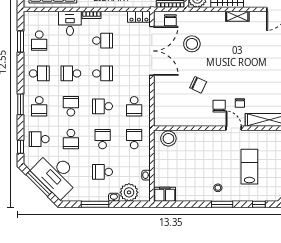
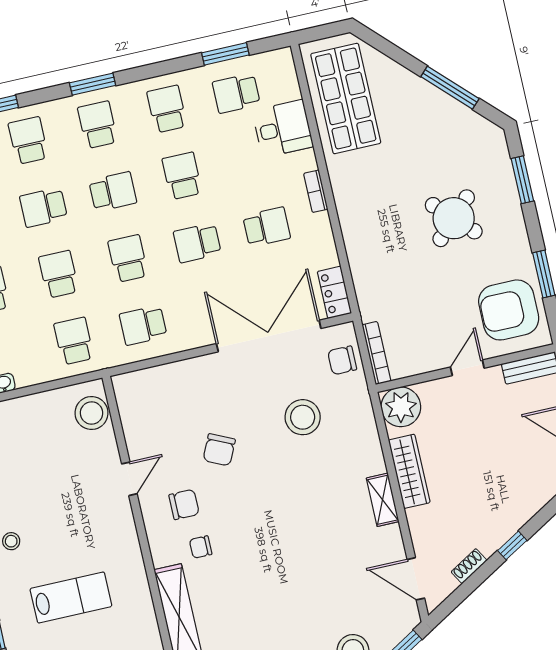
desk: (70, 23) -> (283, 129), moved
school desk: (103, 41) -> (267, 227), turned -90
double door: (152, 51) -> (269, 336), swing flipped
school desk: (39, 73) -> (167, 109), turned 180
school desk: (103, 73) -> (197, 243), turned 90
school desk: (39, 106) -> (98, 125), turned 90
door: (234, 128) -> (129, 479), moved
school desk: (103, 139) -> (59, 274), turned -90
school desk: (134, 139) -> (74, 341), turned -90

